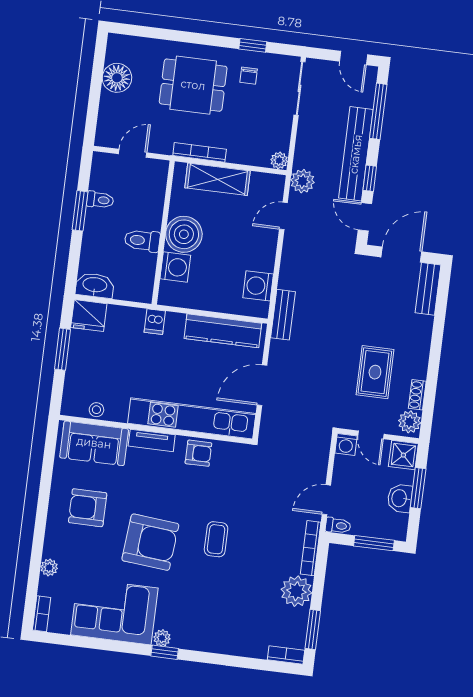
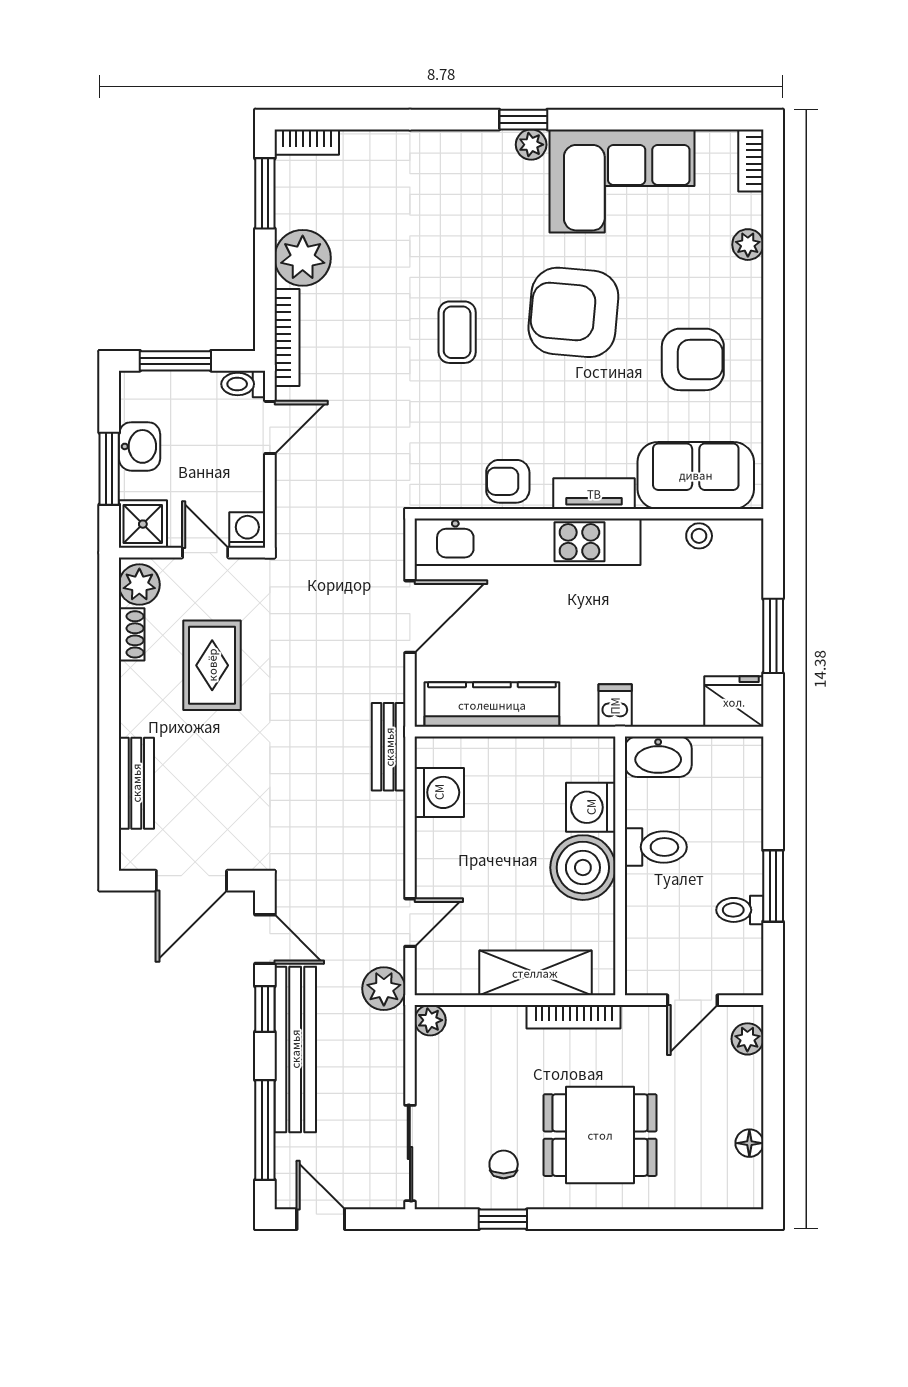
floor lamp: (117, 78) -> (749, 1143), width x0.53, depth x0.53
plant: (105, 128) -> (747, 1039), added
washbasin: (95, 285) -> (658, 757), moved
bench: (428, 289) -> (136, 783), moved

